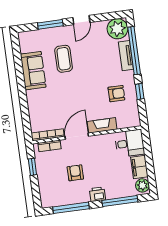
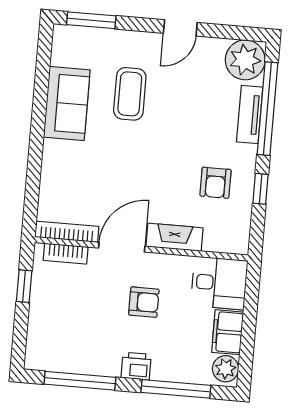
window: (50, 24) -> (91, 20), moved
armchair: (116, 94) -> (215, 183), turned 90
armchair: (75, 173) -> (144, 302), moved, turned 90

